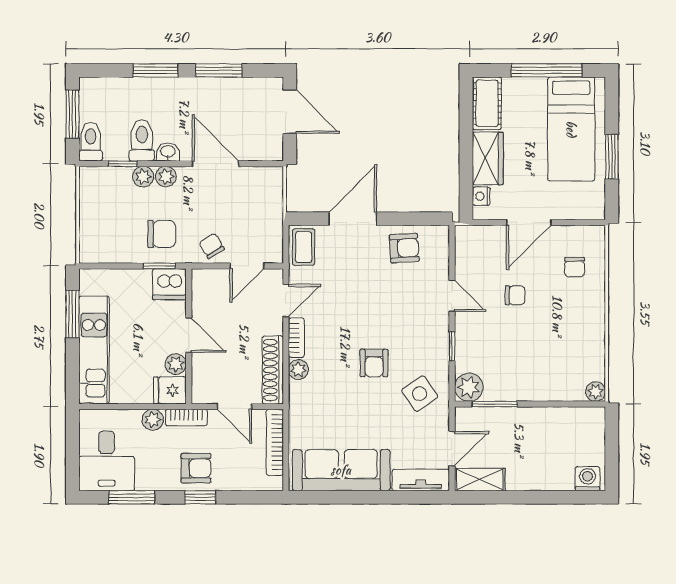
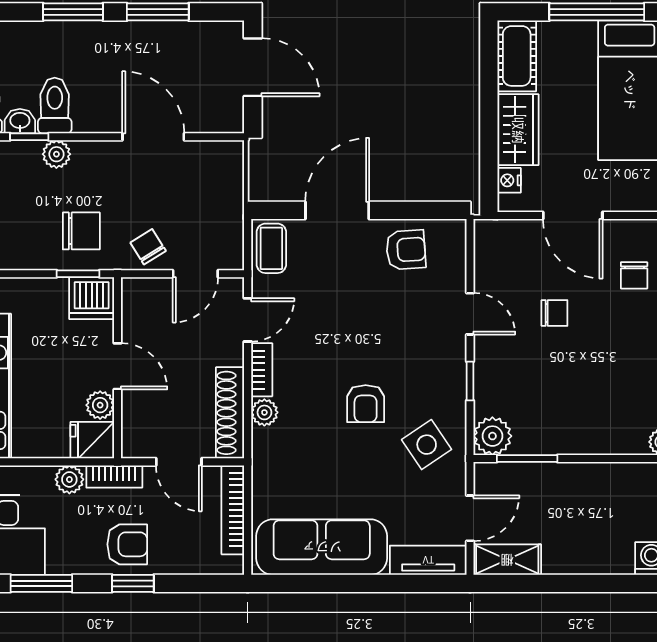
washbasin: (168, 152) -> (20, 121), moved
plant: (166, 177) -> (87, 154), removed
door: (529, 223) -> (573, 216), hinge flipped

